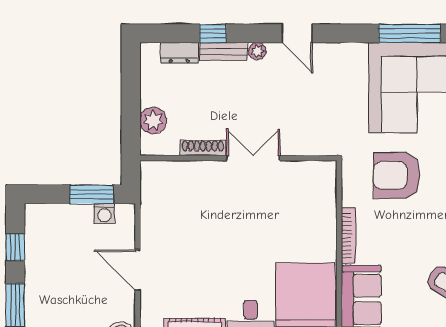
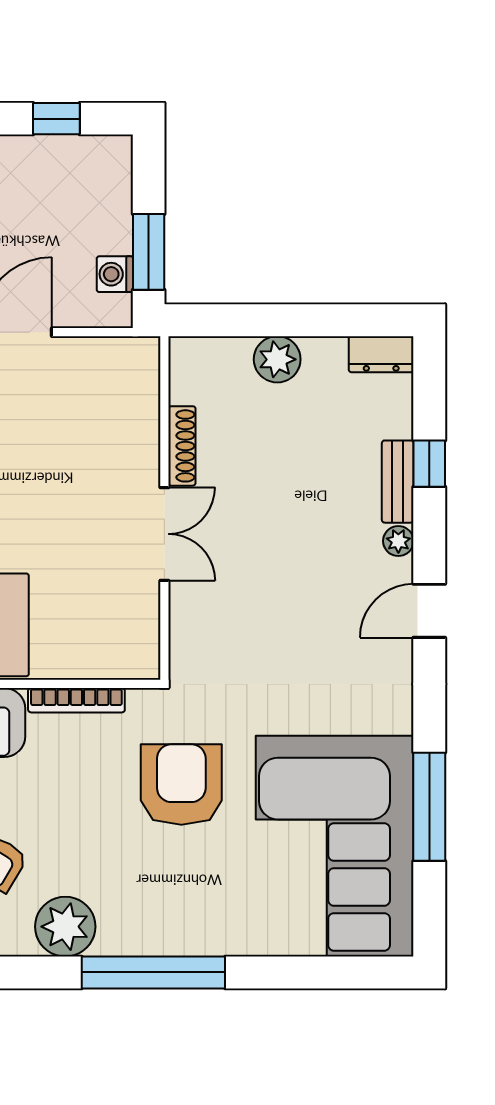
dresser: (179, 53) -> (381, 354), moved, turned -90
shoe rack: (203, 148) -> (182, 446), moved
wall: (238, 158) -> (164, 508), moved
double door: (253, 158) -> (164, 534), moved

